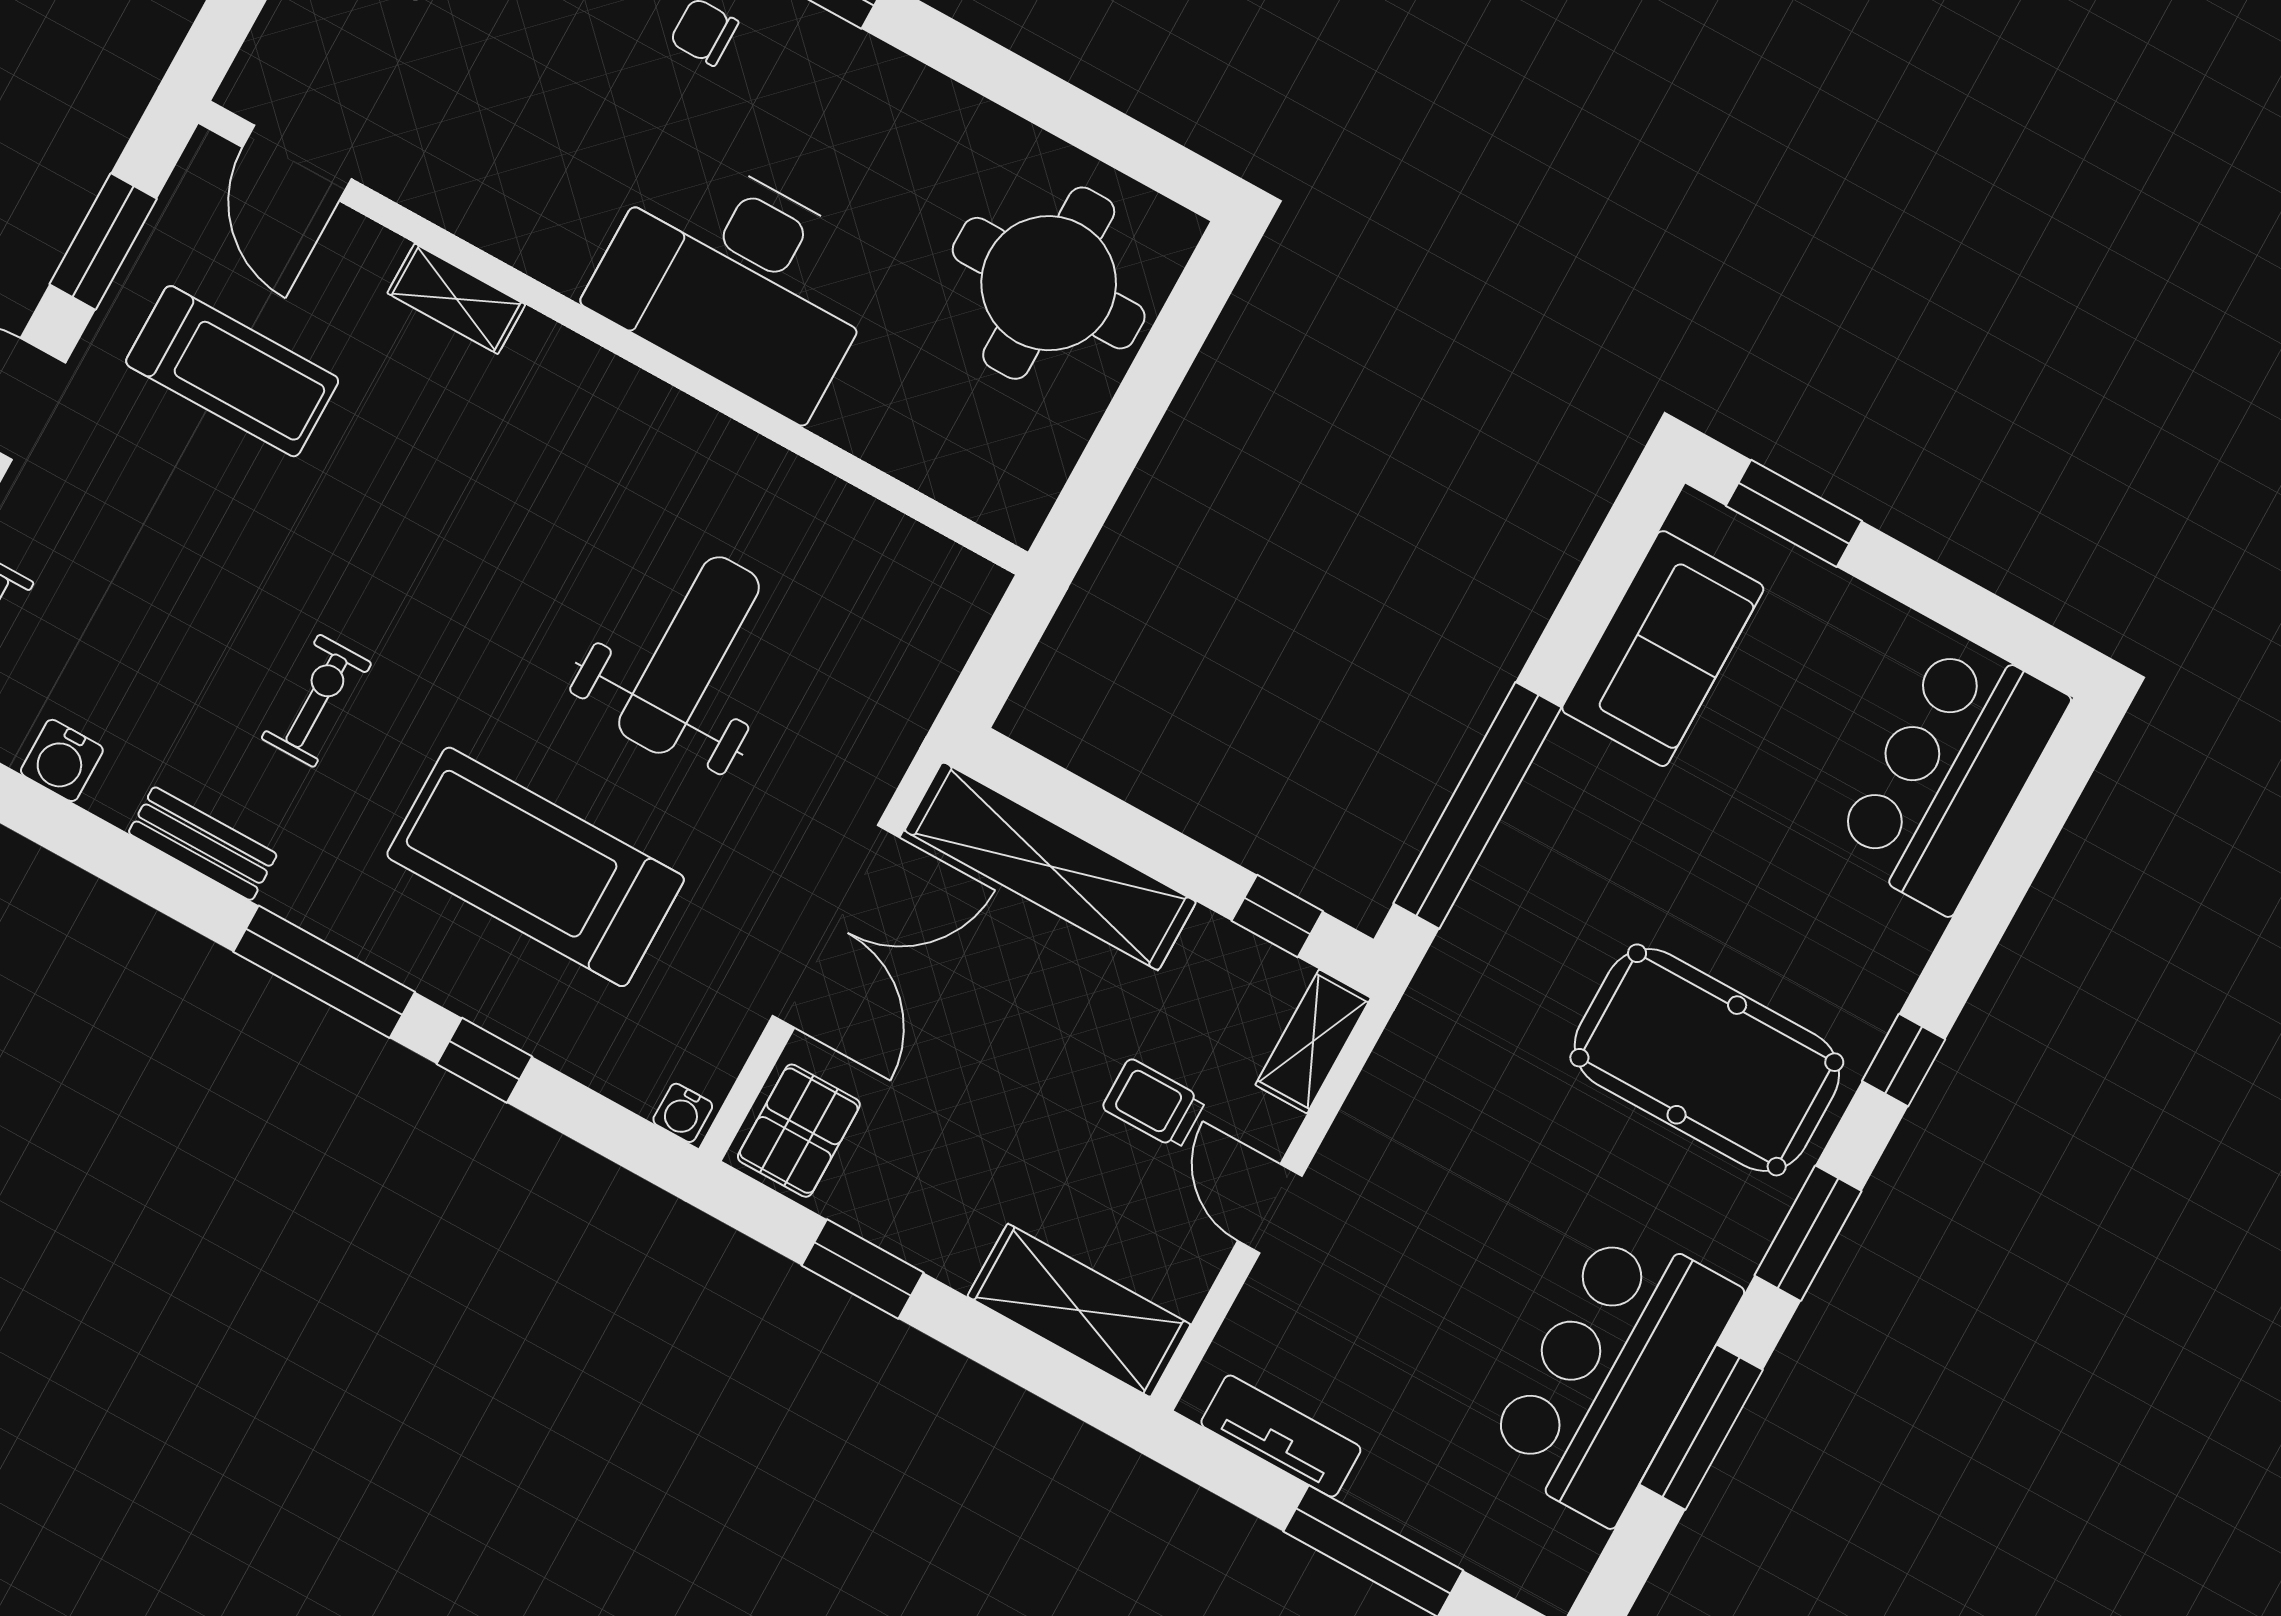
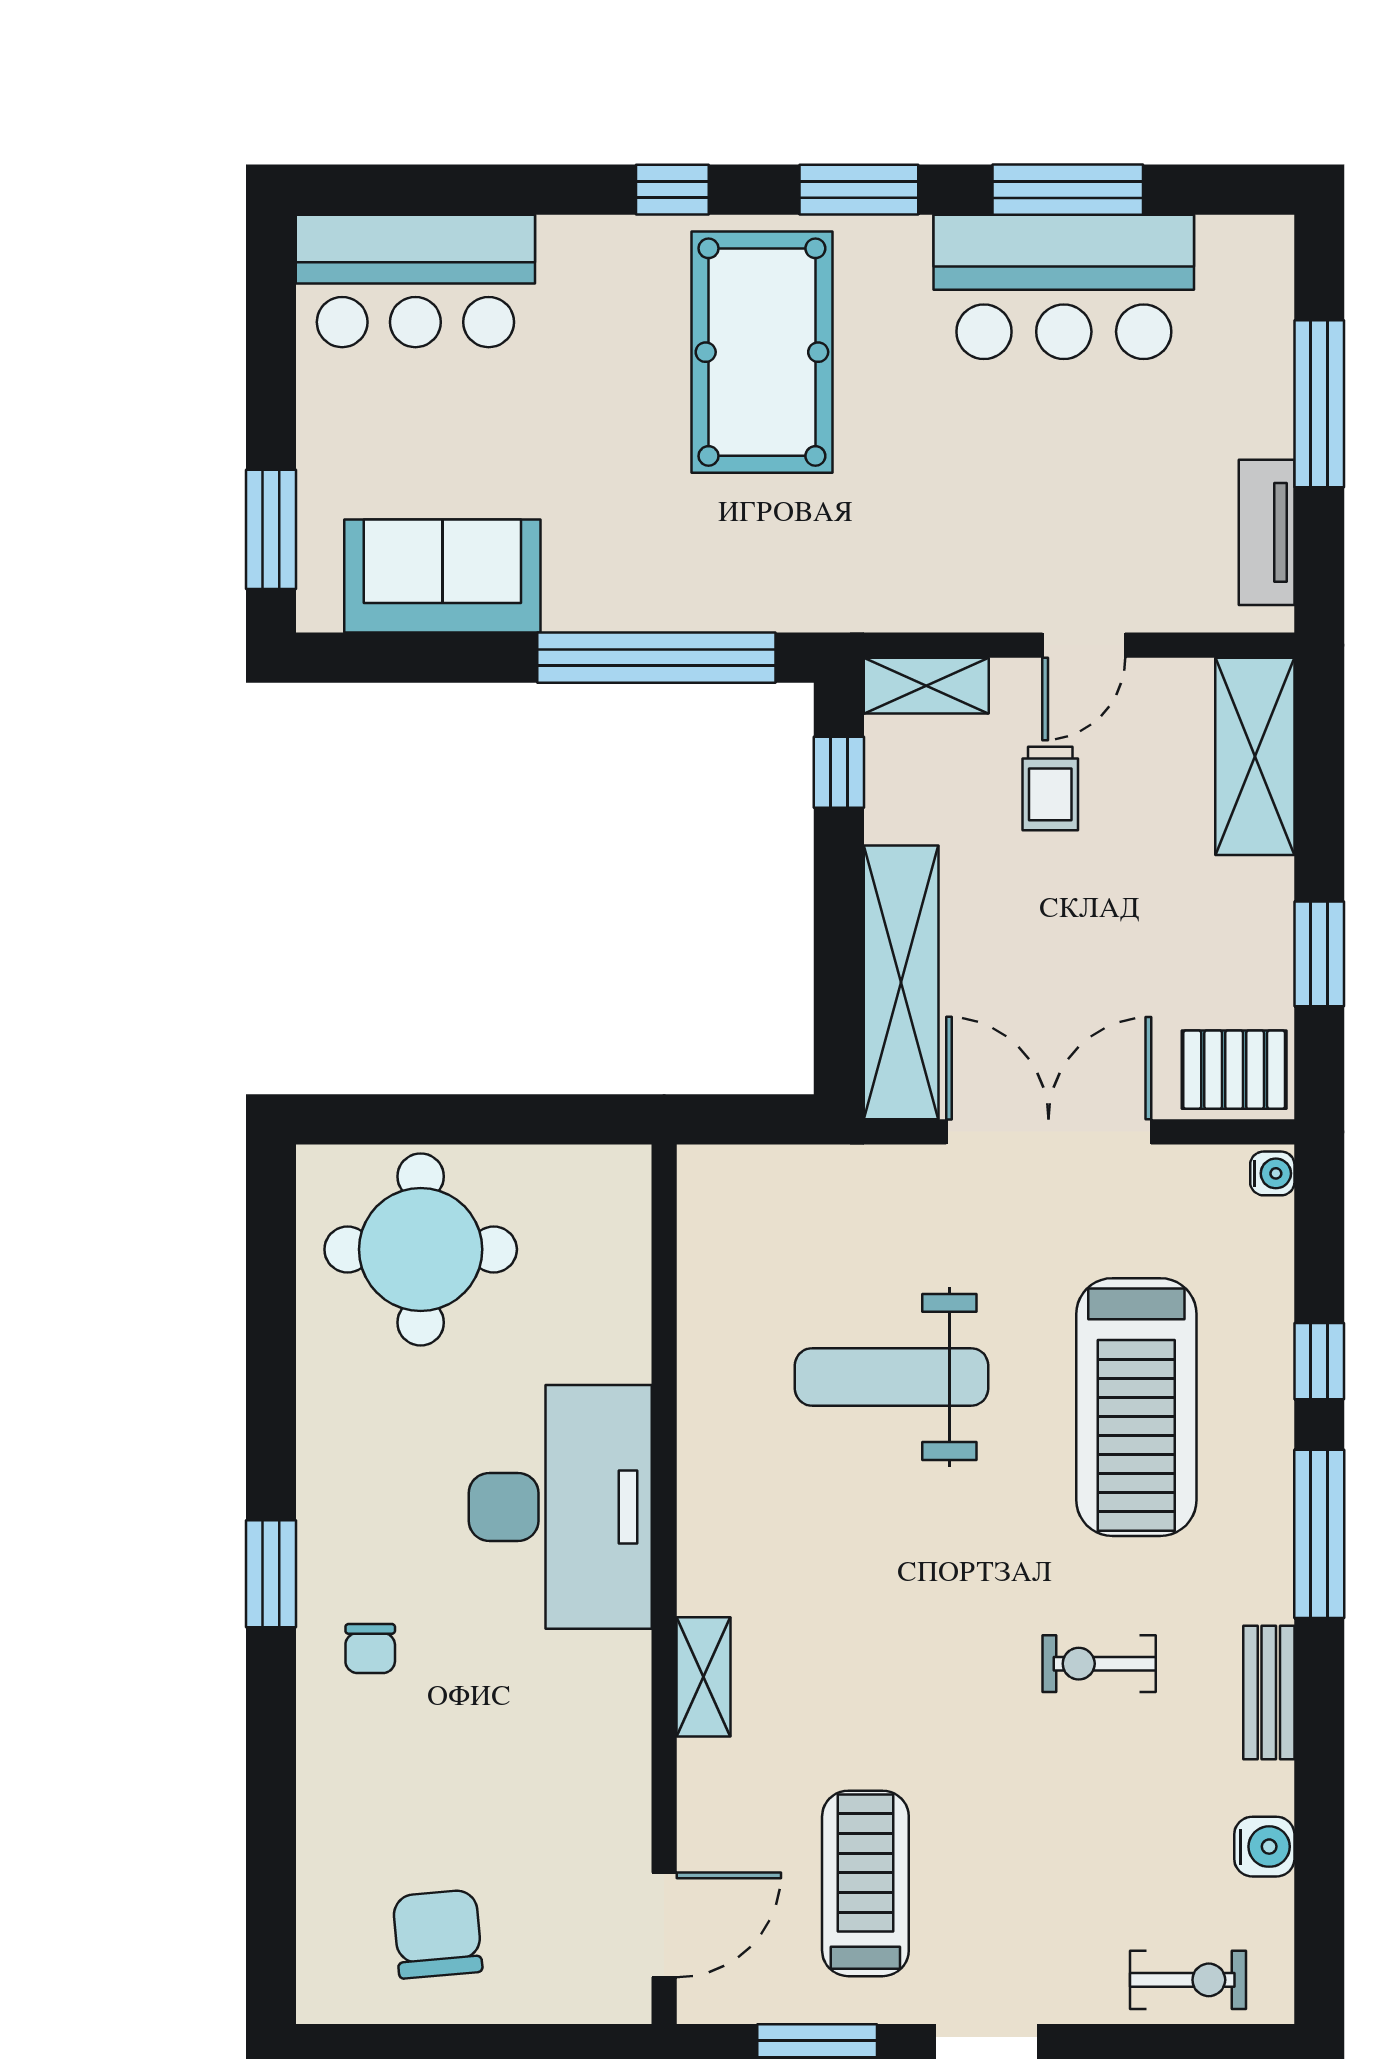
shelving: (456, 299) -> (703, 1677), moved

